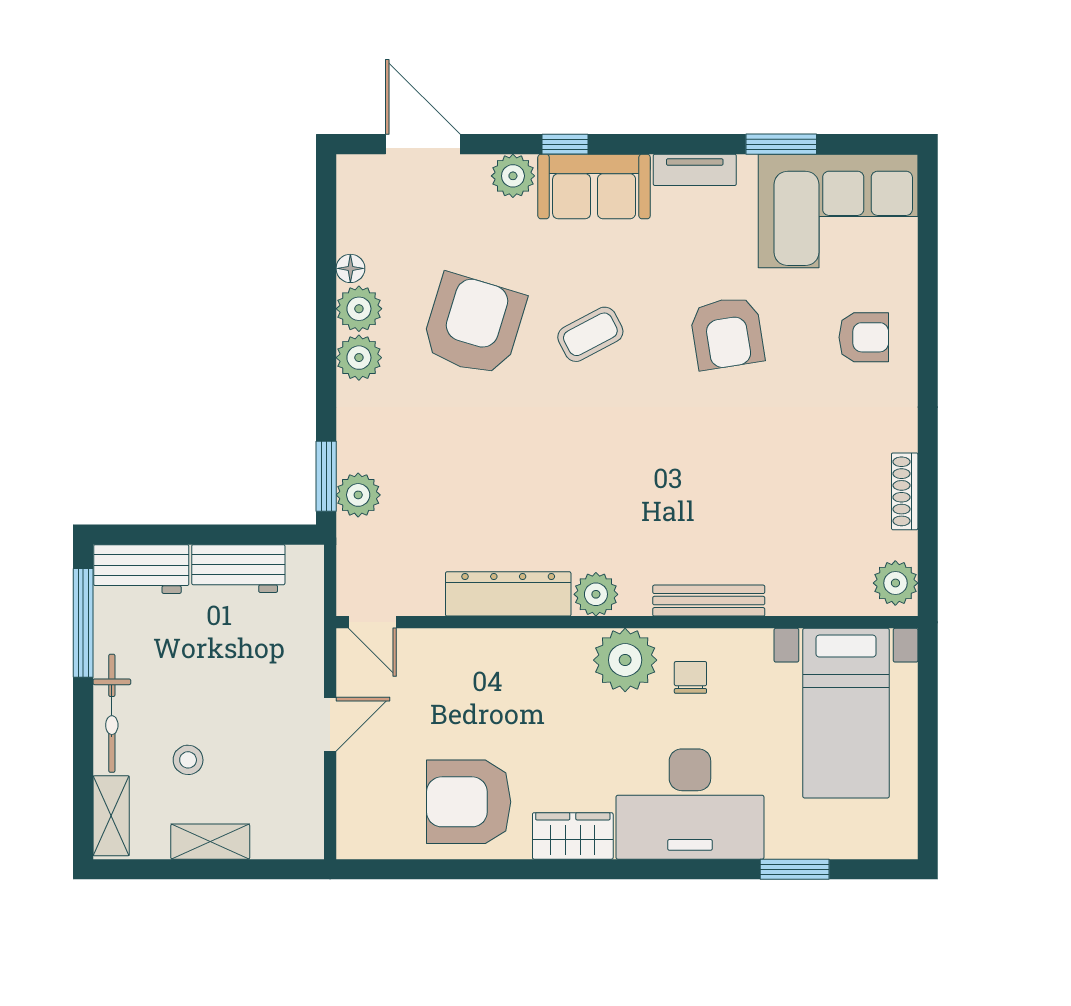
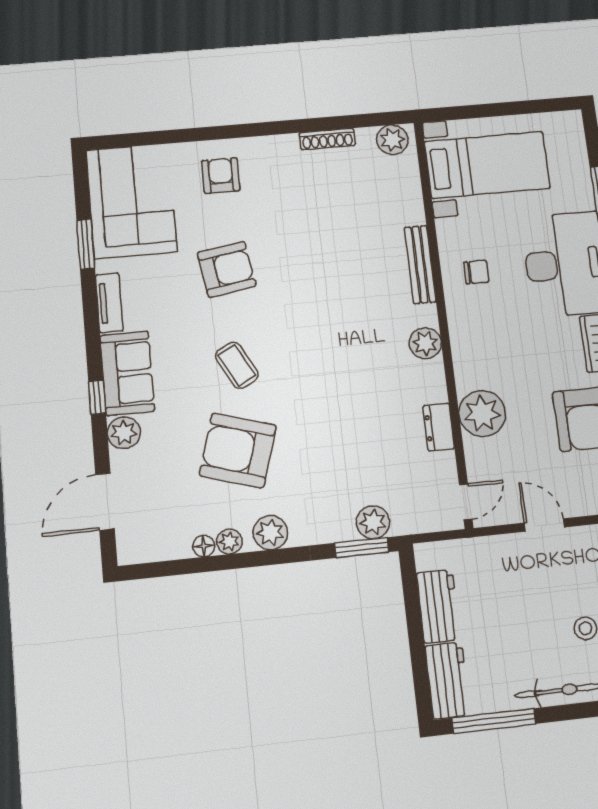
plant: (359, 309) -> (229, 542), width x0.73, depth x0.73
dresser: (508, 594) -> (439, 427), width x0.51, depth x0.80
plant: (625, 660) -> (482, 413), moved
chair: (690, 677) -> (476, 272), turned 180

